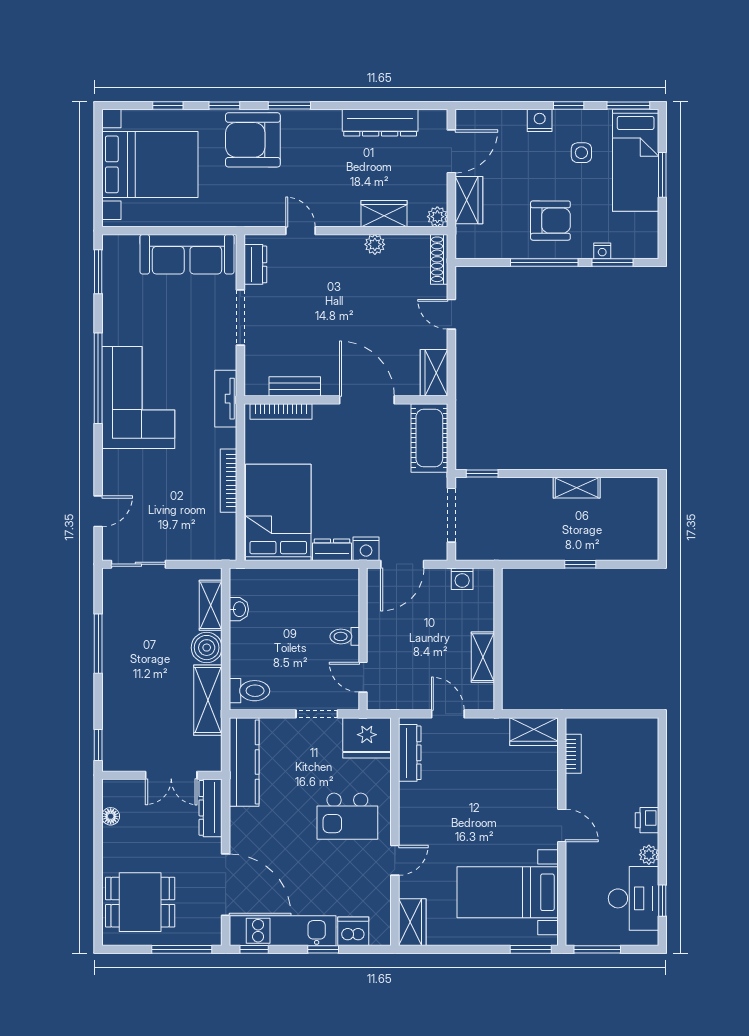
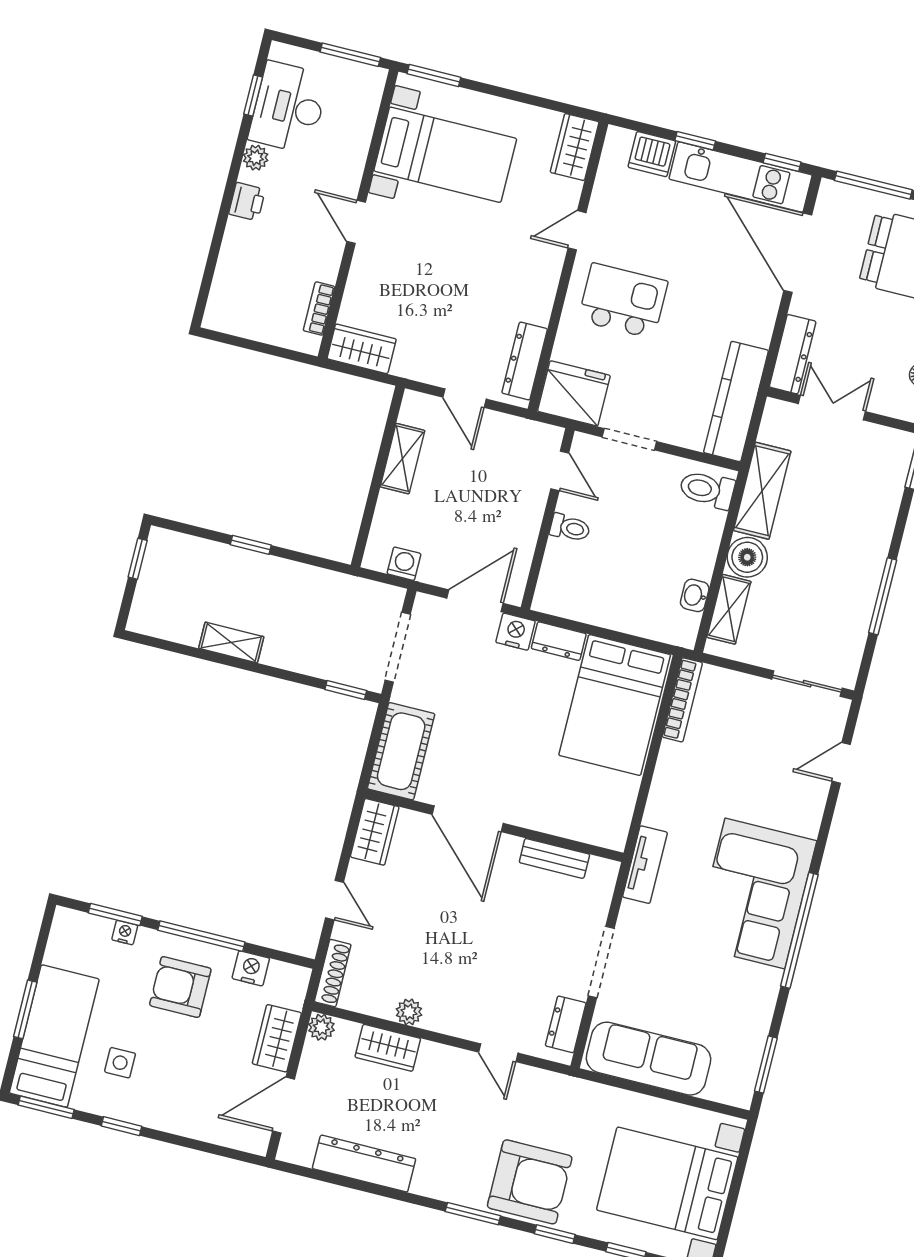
nightstand: (540, 120) -> (251, 968), moved, turned 180
bookcase: (281, 411) -> (580, 831), removed
bookcase: (229, 481) -> (682, 700), moved
window: (662, 533) -> (138, 559), added

